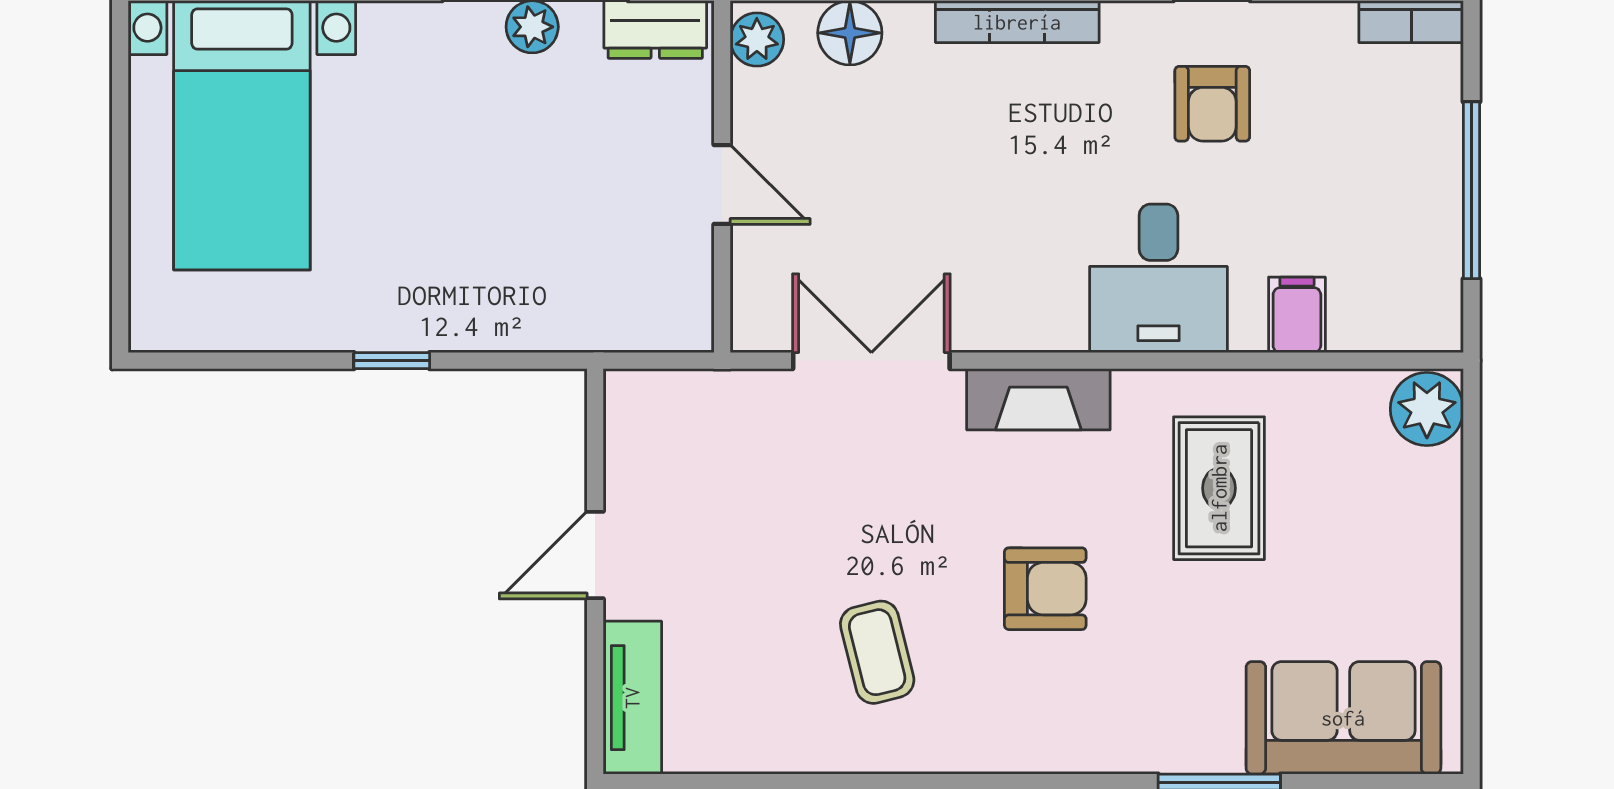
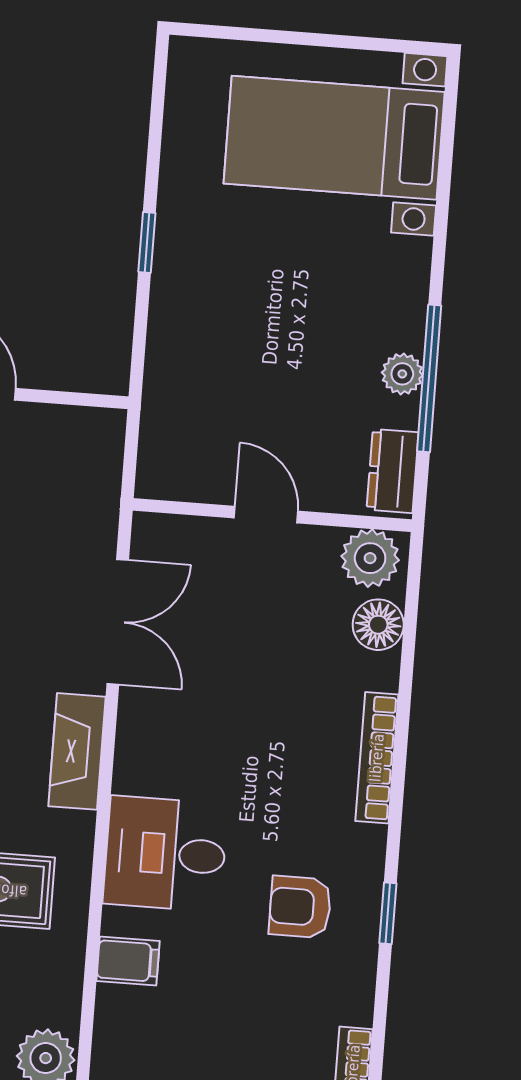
plant: (757, 39) -> (370, 558), width x1.38, depth x1.38
door: (722, 185) -> (266, 515), swing flipped

